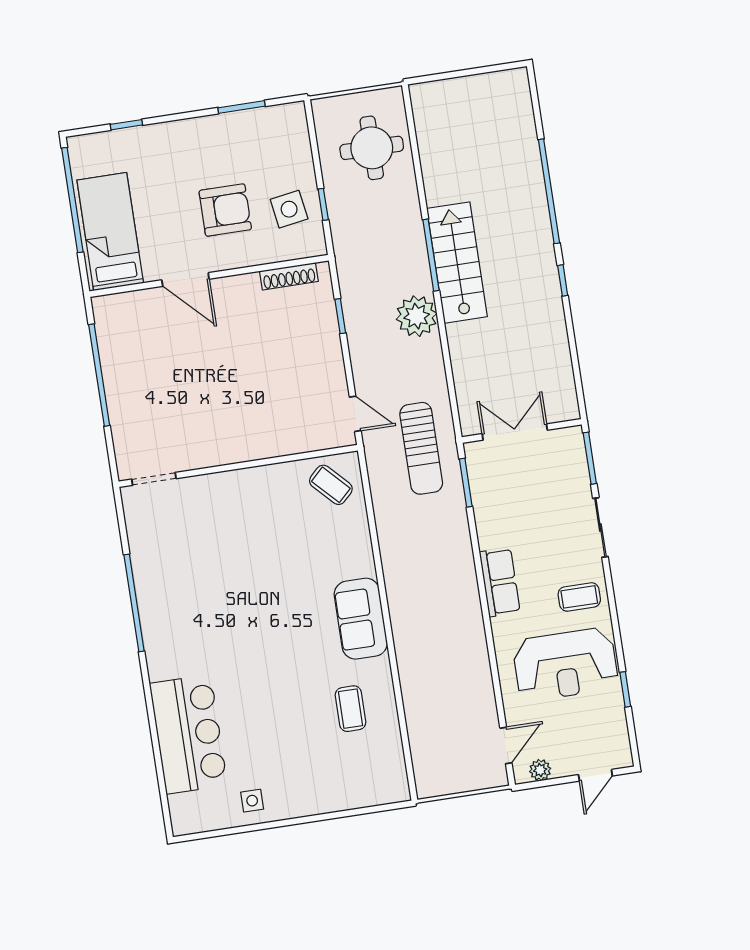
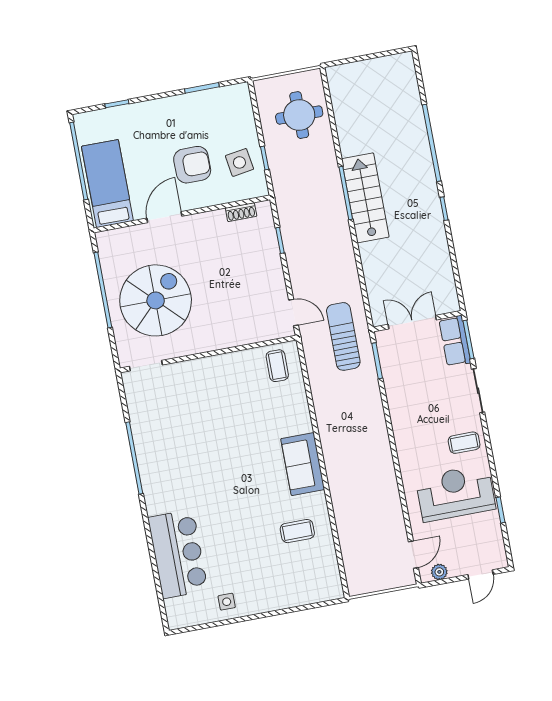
shoe rack: (289, 276) -> (241, 212), width x0.70
door: (185, 280) -> (164, 217), swing flipped
plant: (417, 316) -> (337, 239), removed
spiral stairs: (170, 391) -> (156, 300), added
sun lounger: (421, 448) -> (343, 336), turned 180
coffee table: (331, 485) -> (277, 366), turned 44
row of seats: (500, 582) -> (455, 341), moved, turned 180
reception desk: (565, 664) -> (455, 493), turned 180
coffee table: (351, 709) -> (297, 531), turned 90

